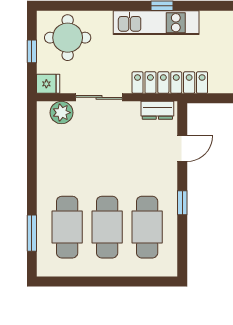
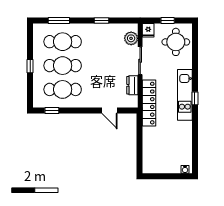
dresser: (157, 110) -> (132, 85), moved
window: (32, 162) -> (101, 21), added
window: (182, 203) -> (52, 111), moved
window: (108, 281) -> (30, 66), added

